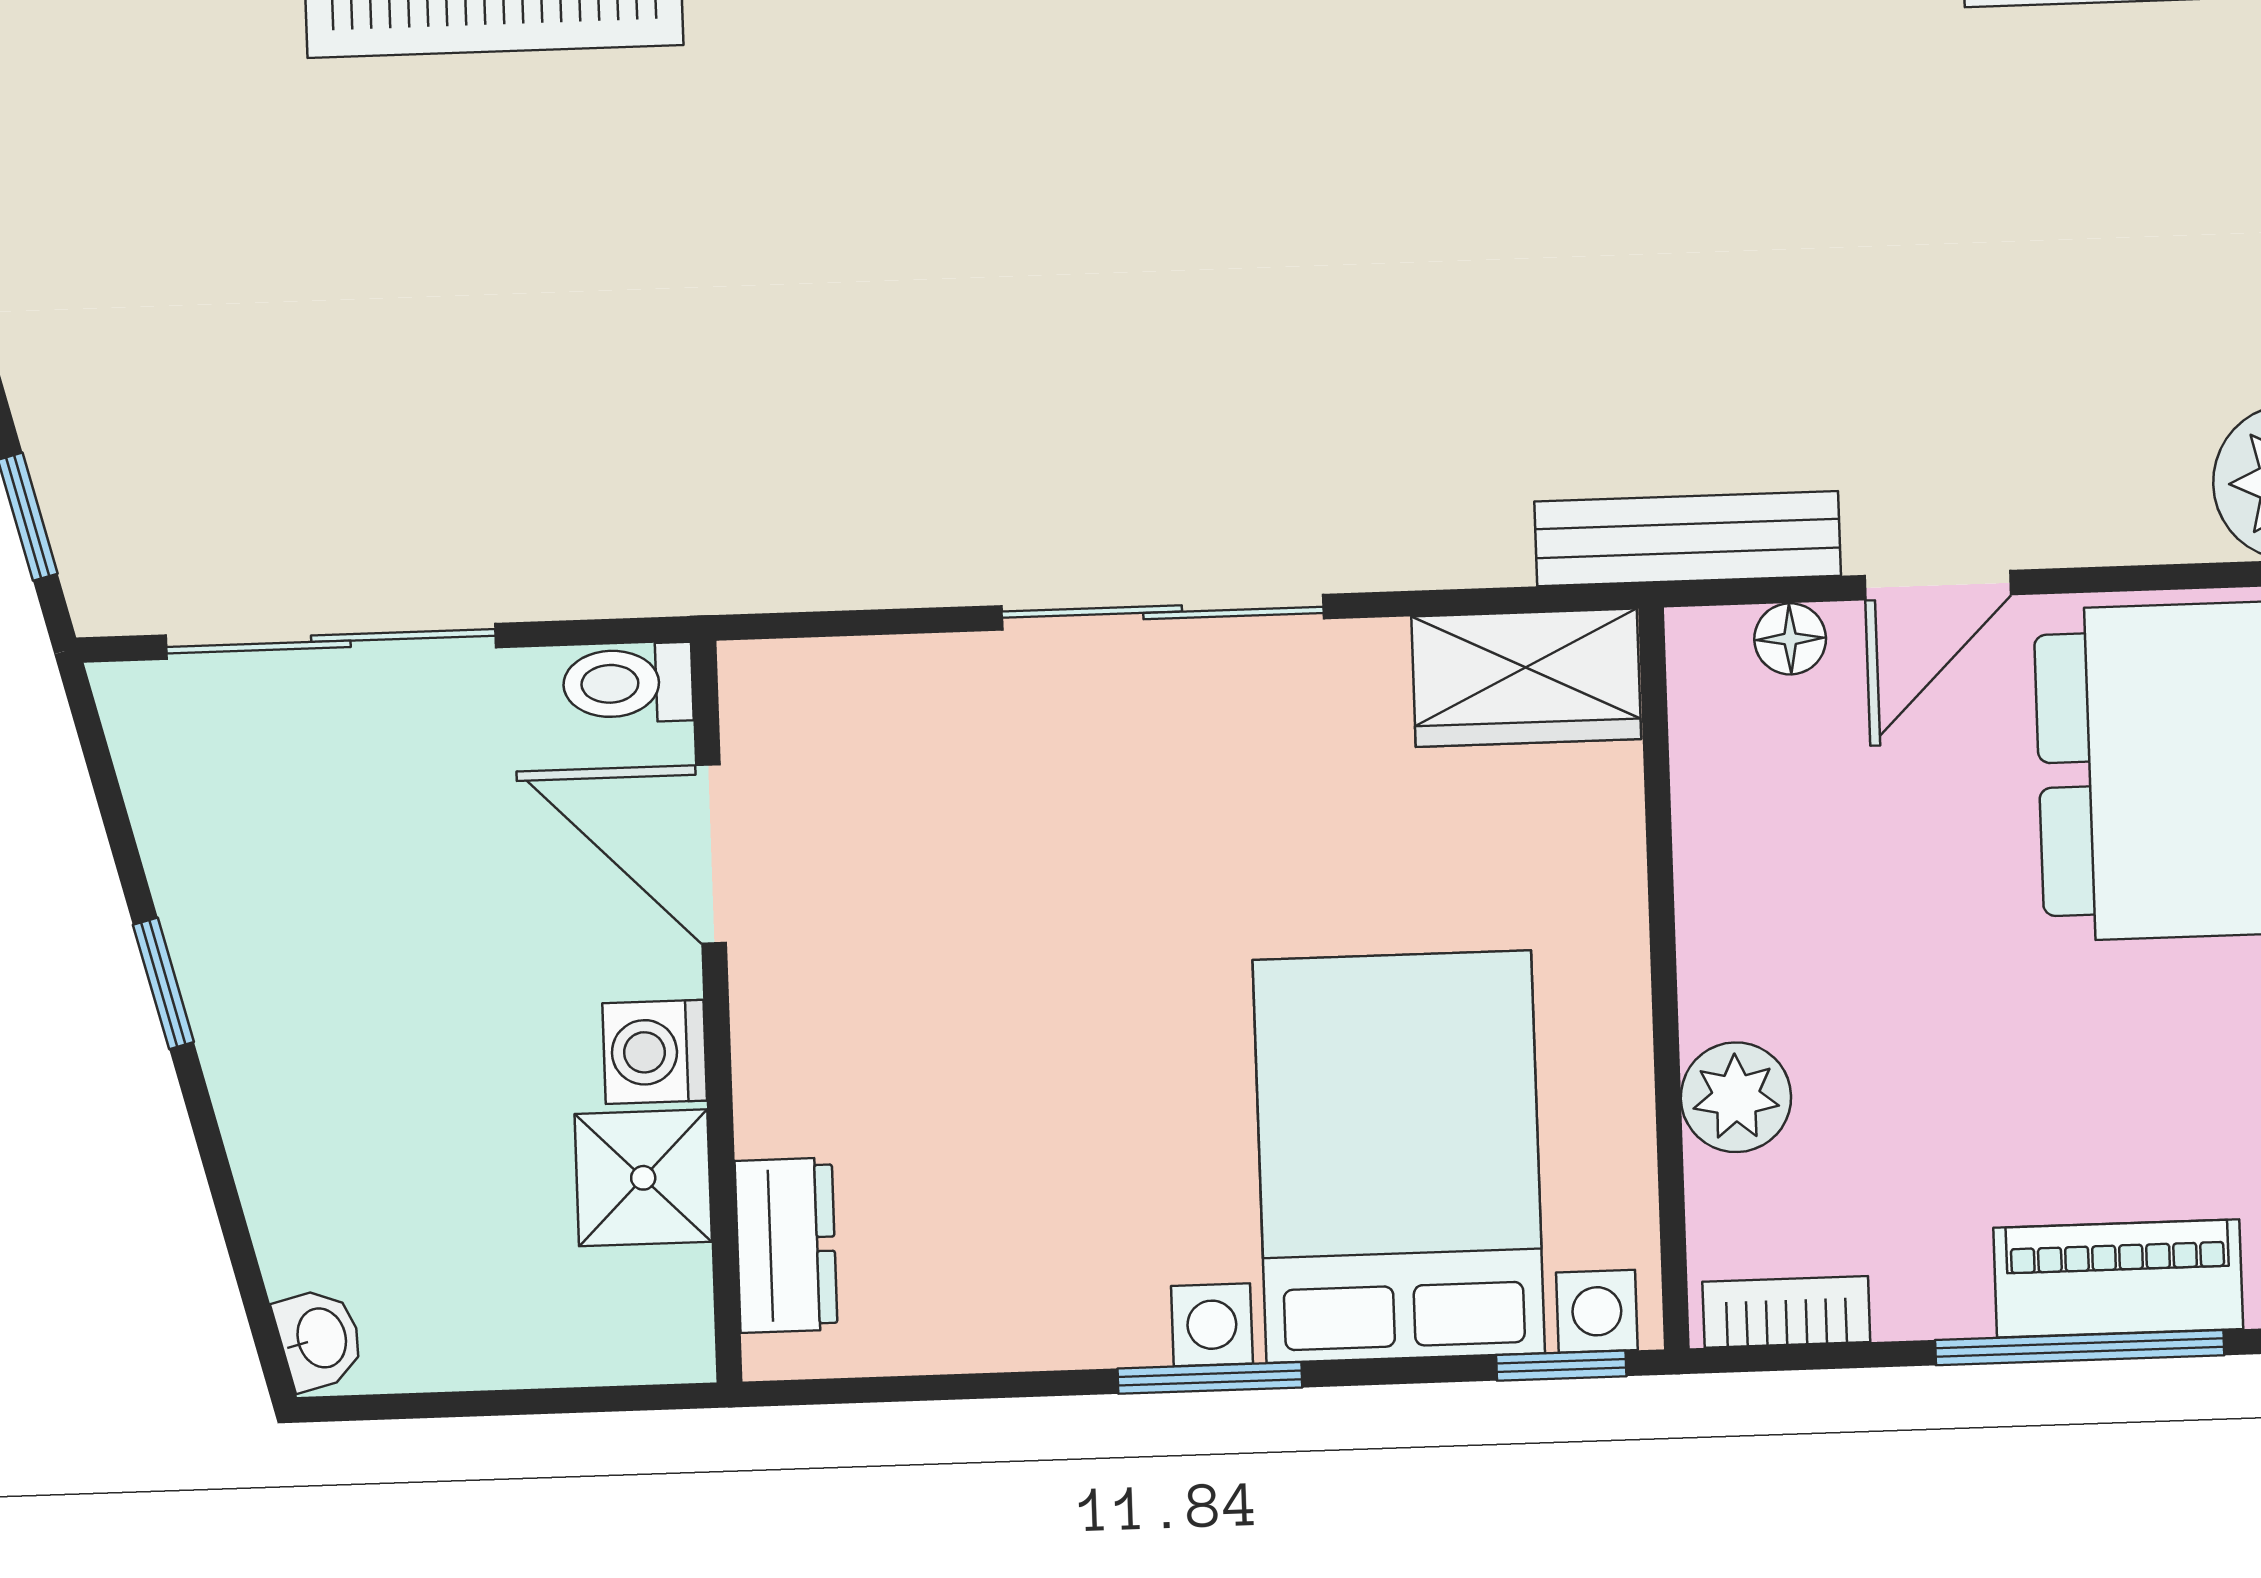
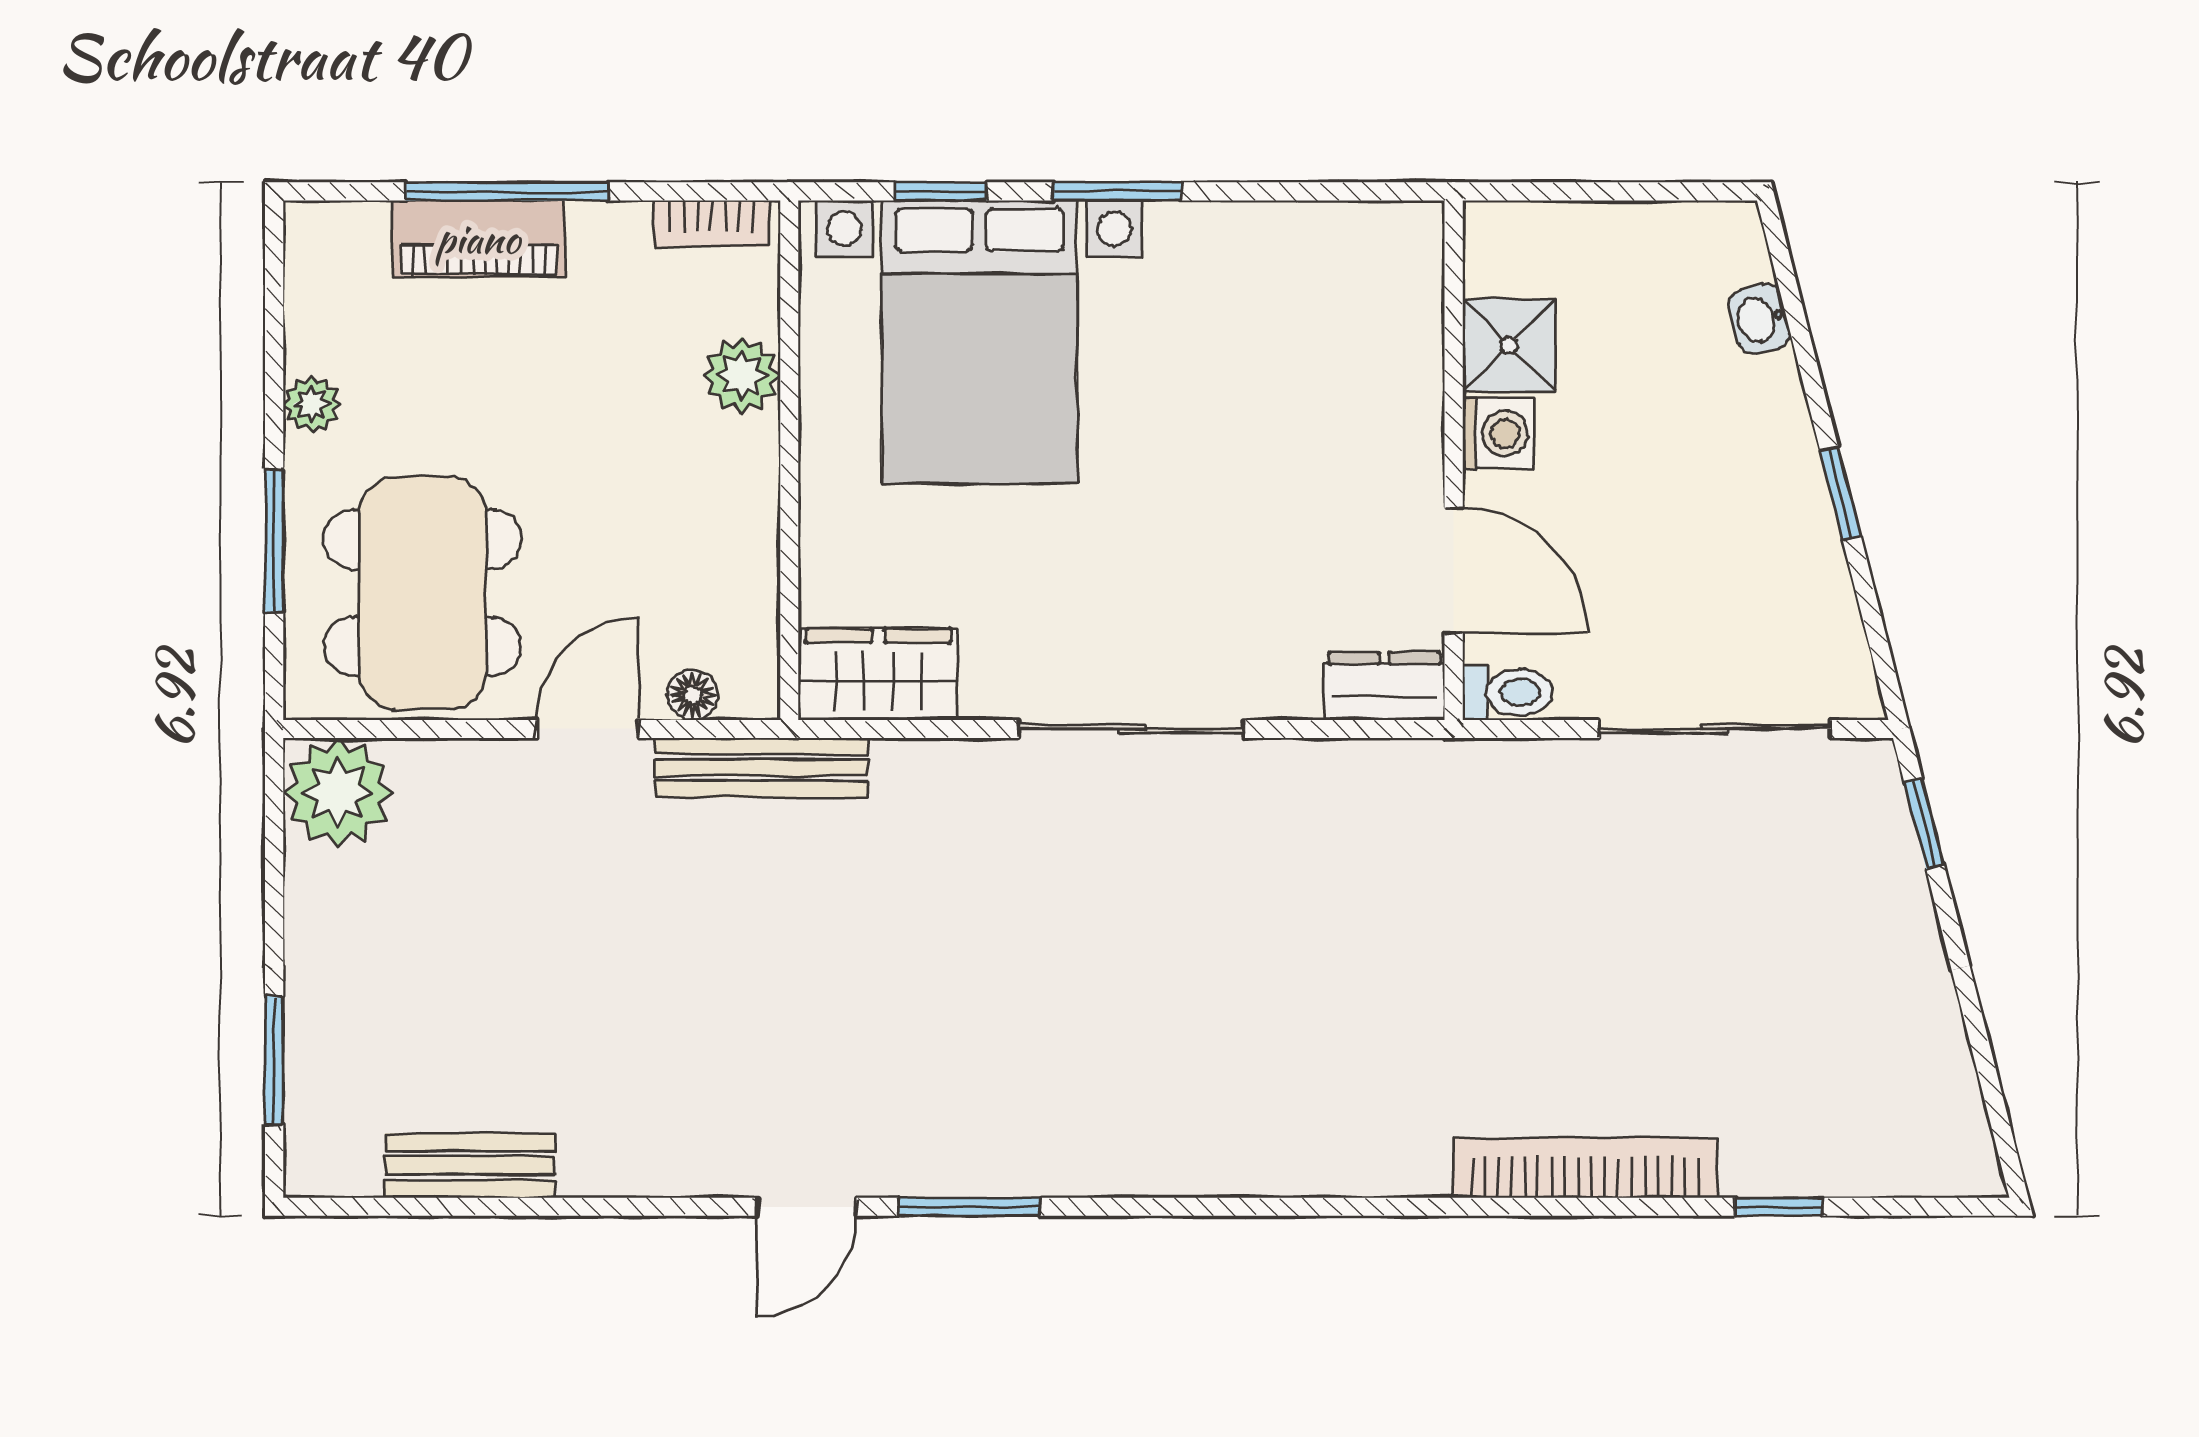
dresser: (786, 1245) -> (1384, 686), moved, turned 90
washbasin: (320, 1339) -> (1760, 319), moved
window: (1561, 1366) -> (941, 191), moved

